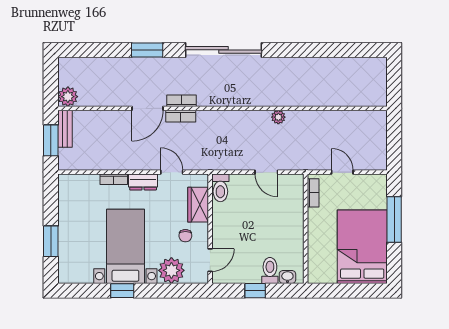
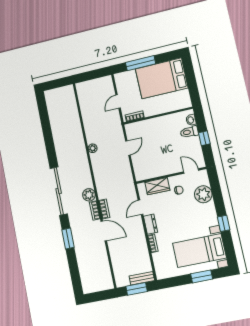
plant: (68, 97) -> (89, 195), moved
bench: (65, 129) -> (142, 278), moved
toilet: (220, 188) -> (144, 174), removed
bed with nightstands: (125, 246) -> (199, 251), moved

